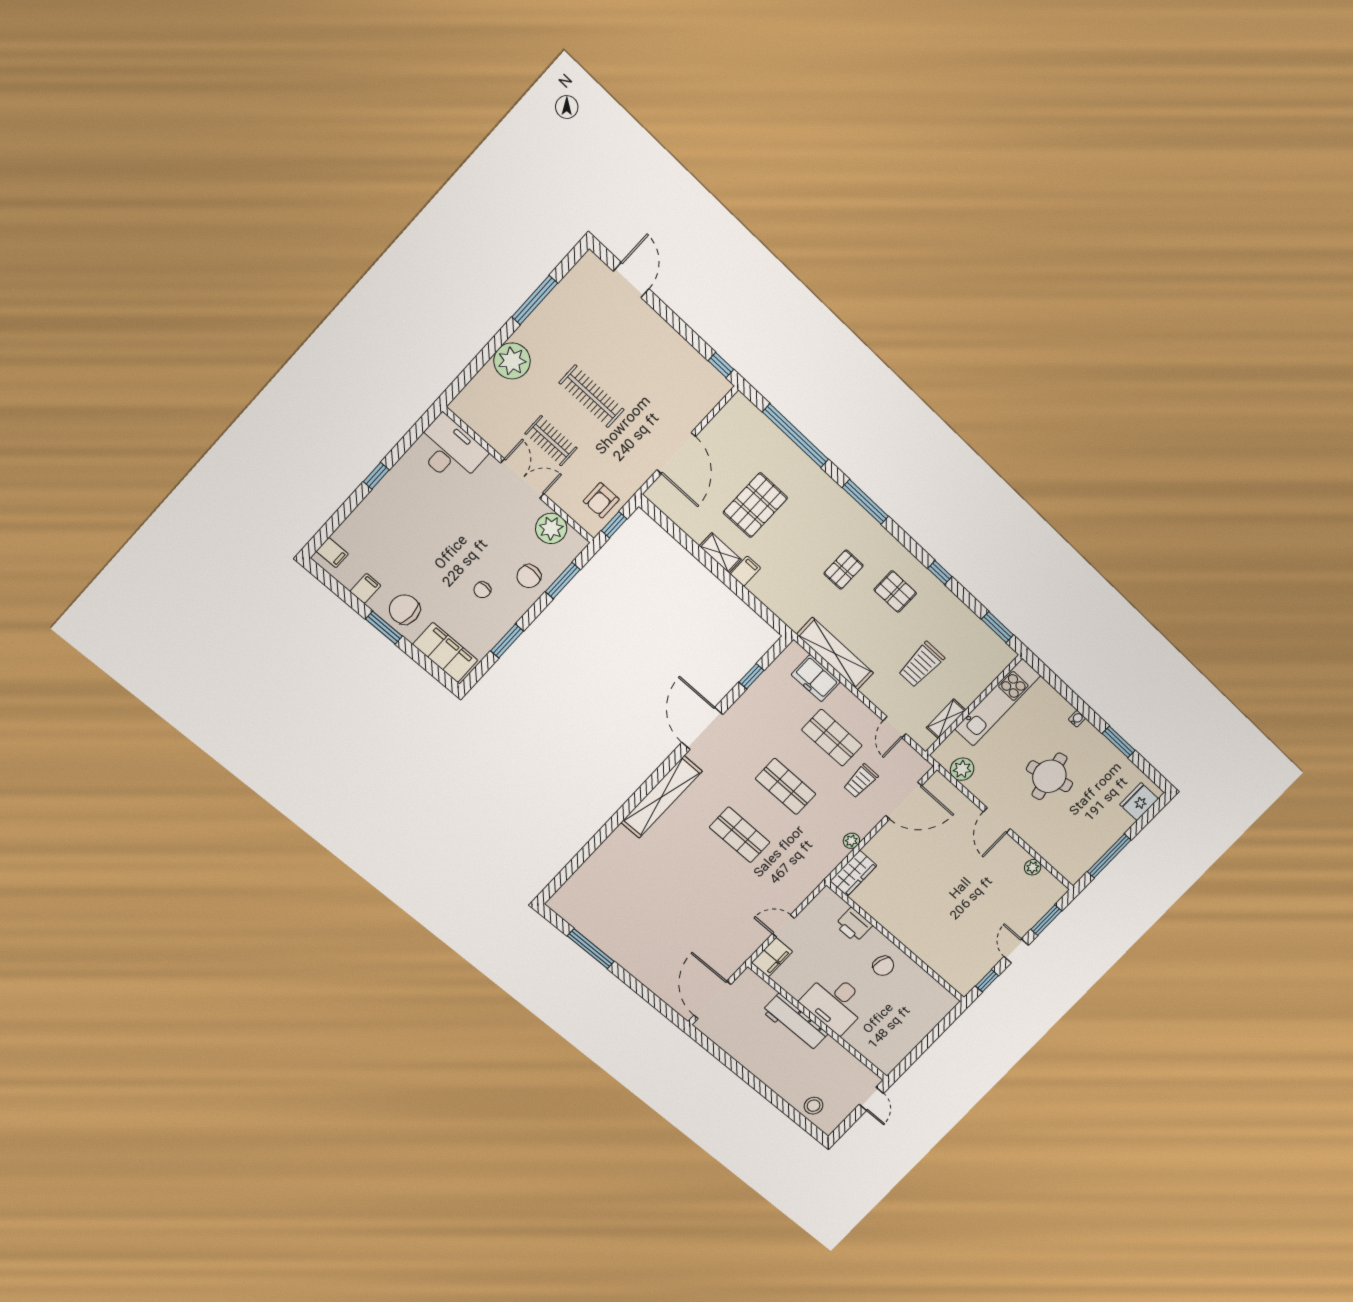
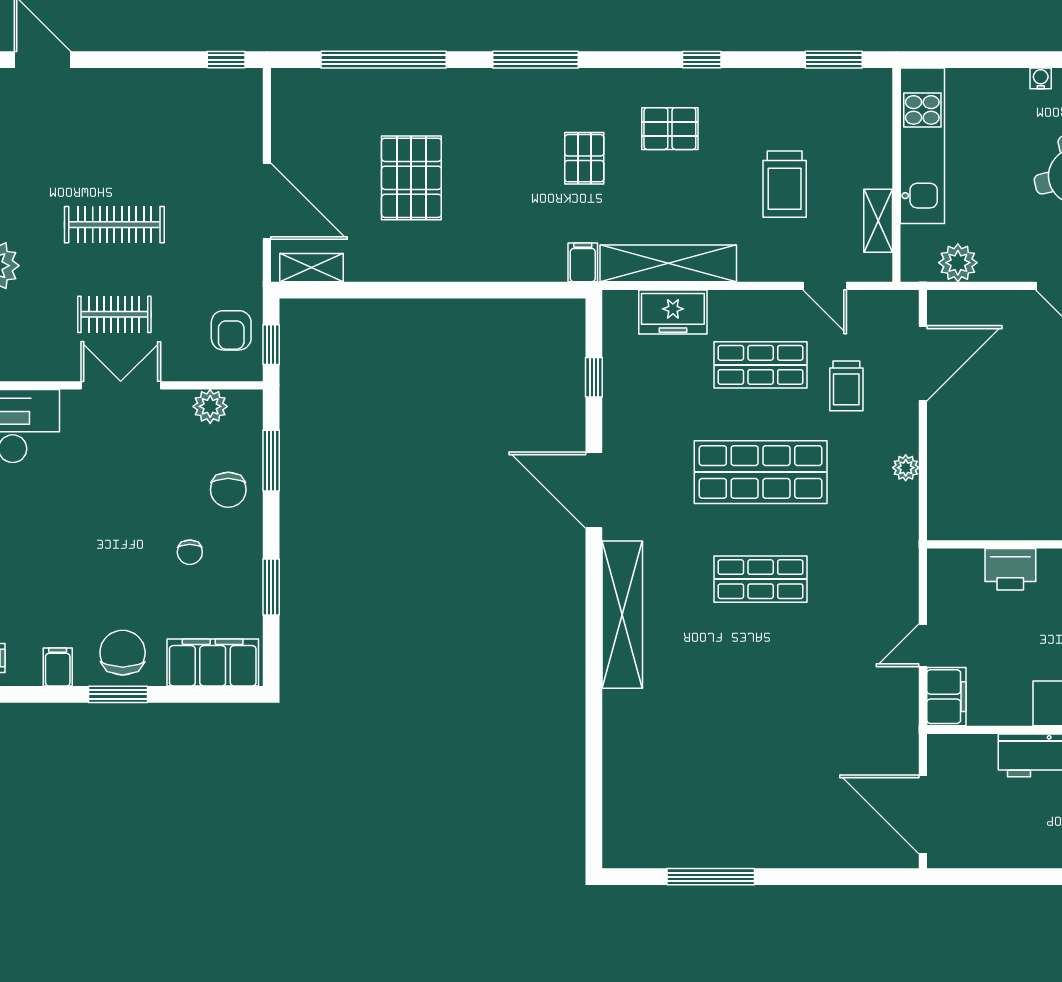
plant: (551, 528) -> (210, 406), width x0.73, depth x0.73
shelving: (720, 553) -> (312, 268), moved
filing cabinet: (745, 571) -> (583, 262), moved
chair: (405, 609) -> (123, 653), turned 90
shop shelf: (786, 786) -> (761, 472), width x1.43, depth x1.36
wardrobe: (853, 873) -> (947, 505), removed

